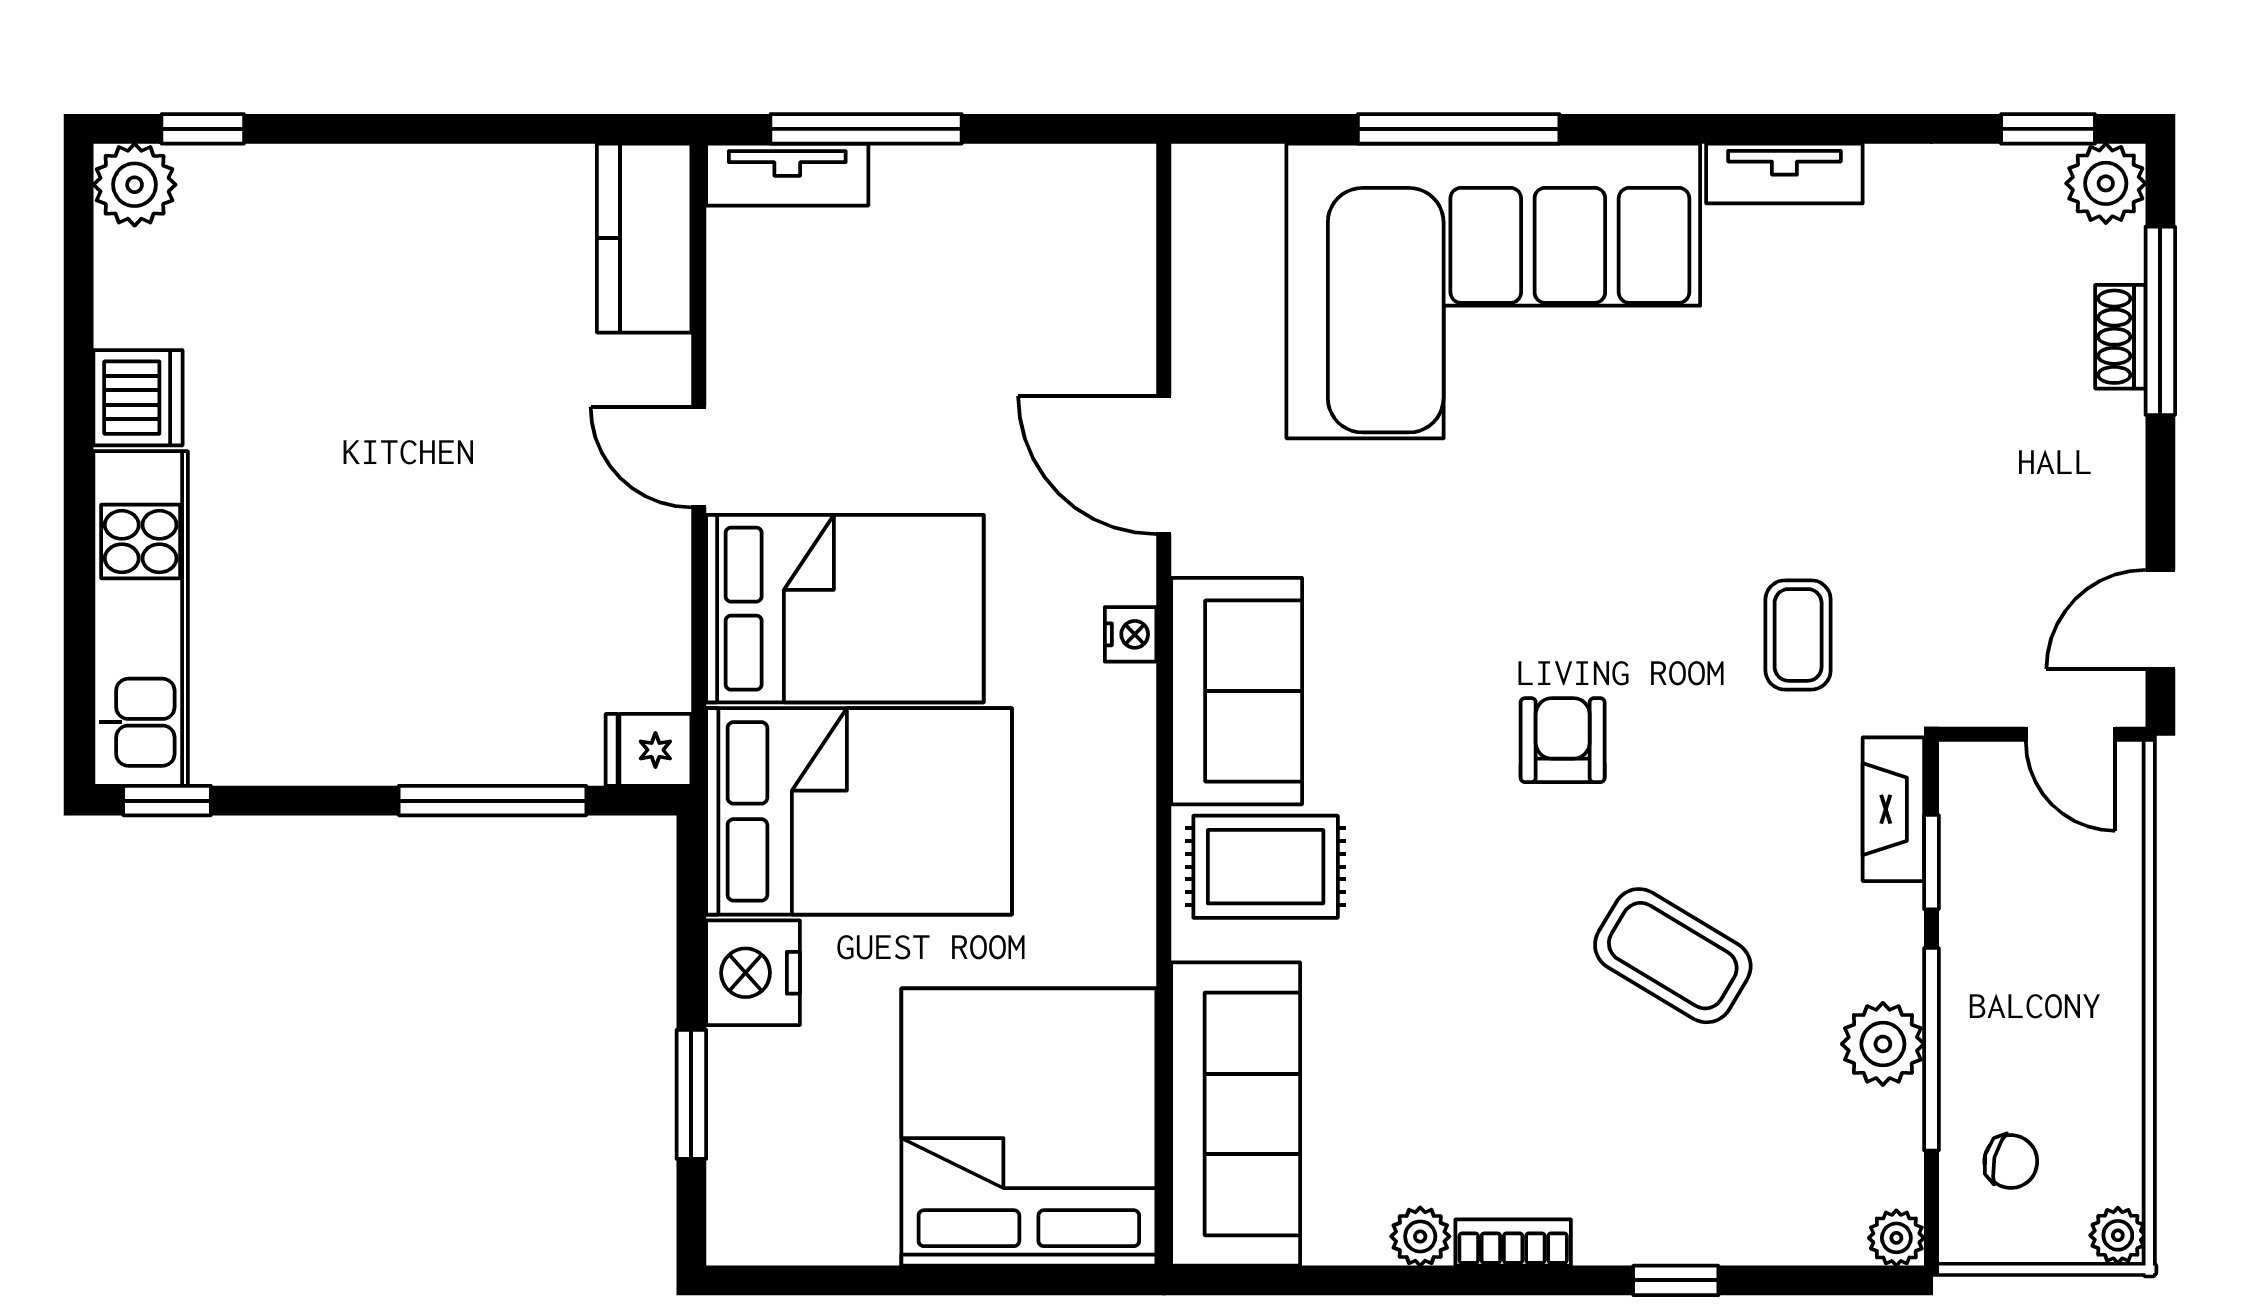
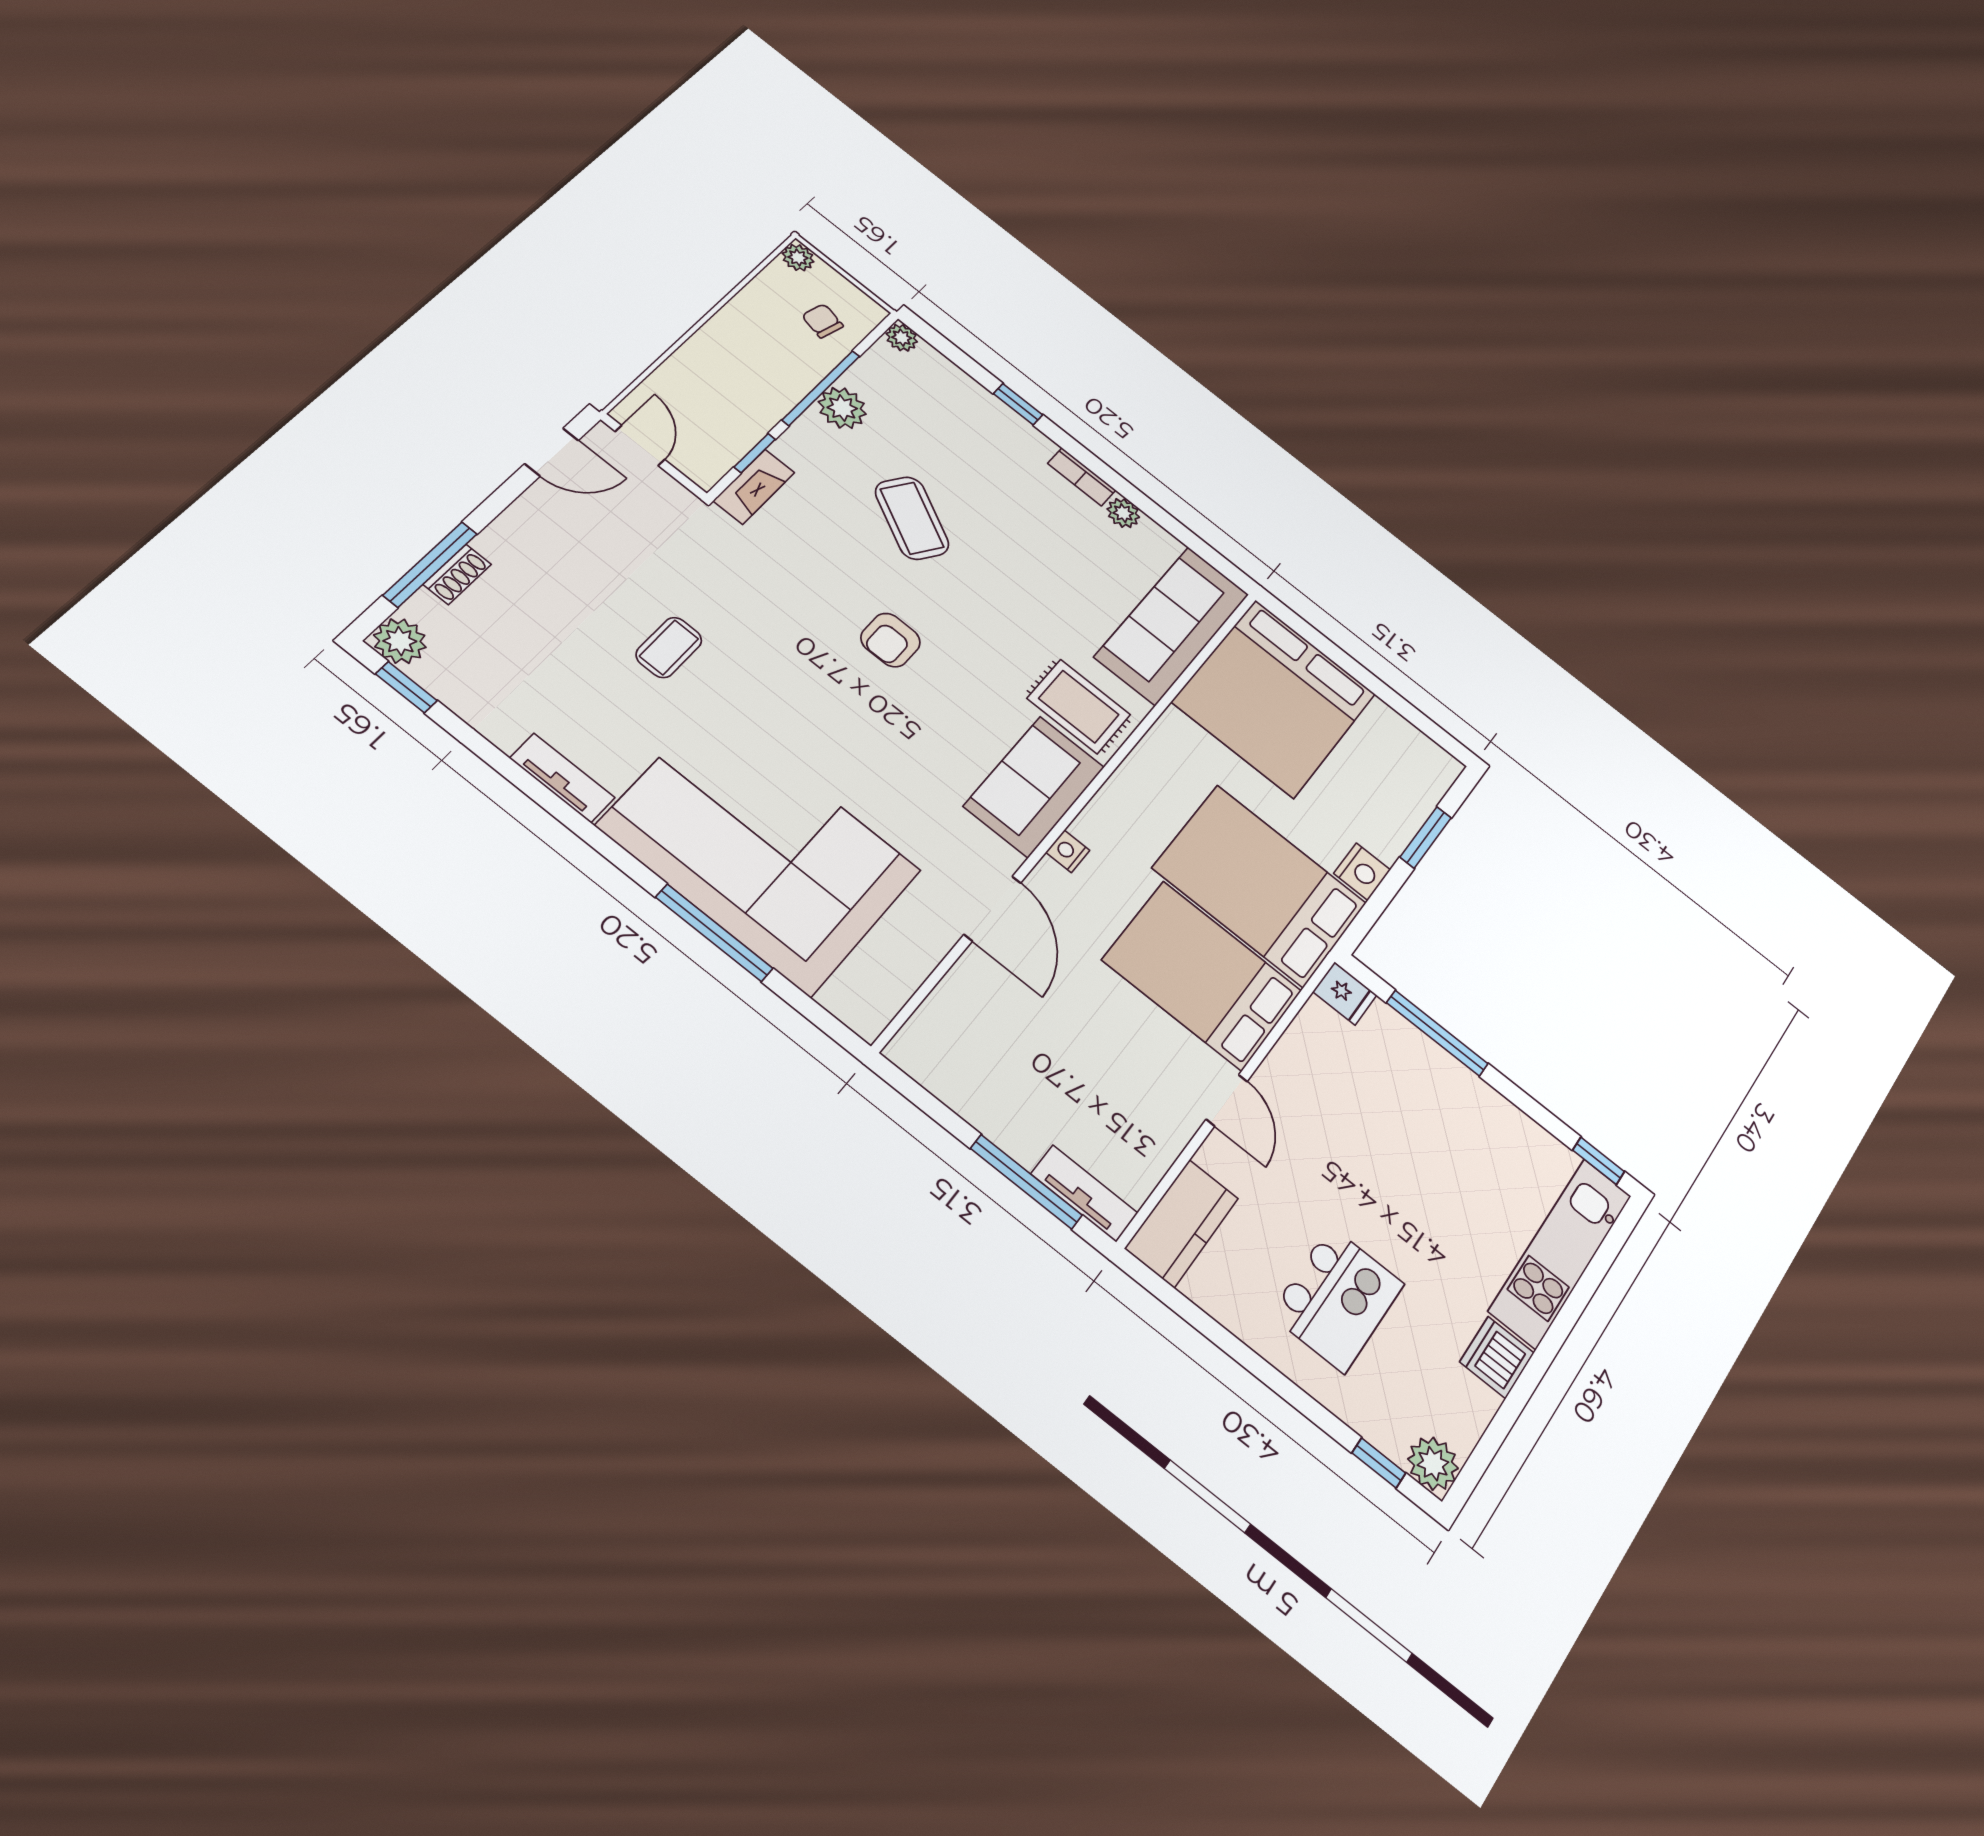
kitchen island: (388, 303) -> (1337, 1299), added
coffee table: (1798, 635) -> (669, 647), moved
nightstand: (753, 973) -> (1362, 872), width x0.74, depth x0.75

